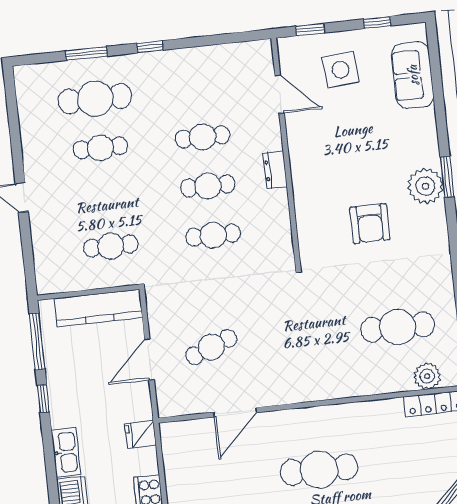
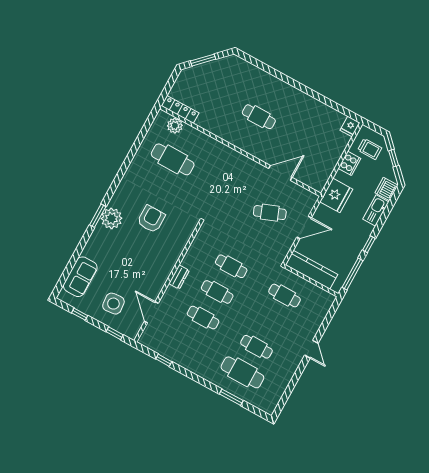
window: (150, 47) -> (164, 360), moved
fridge: (140, 434) -> (336, 195), width x1.88, depth x1.34
cafe table: (319, 470) -> (259, 117), width x0.73, depth x0.74

